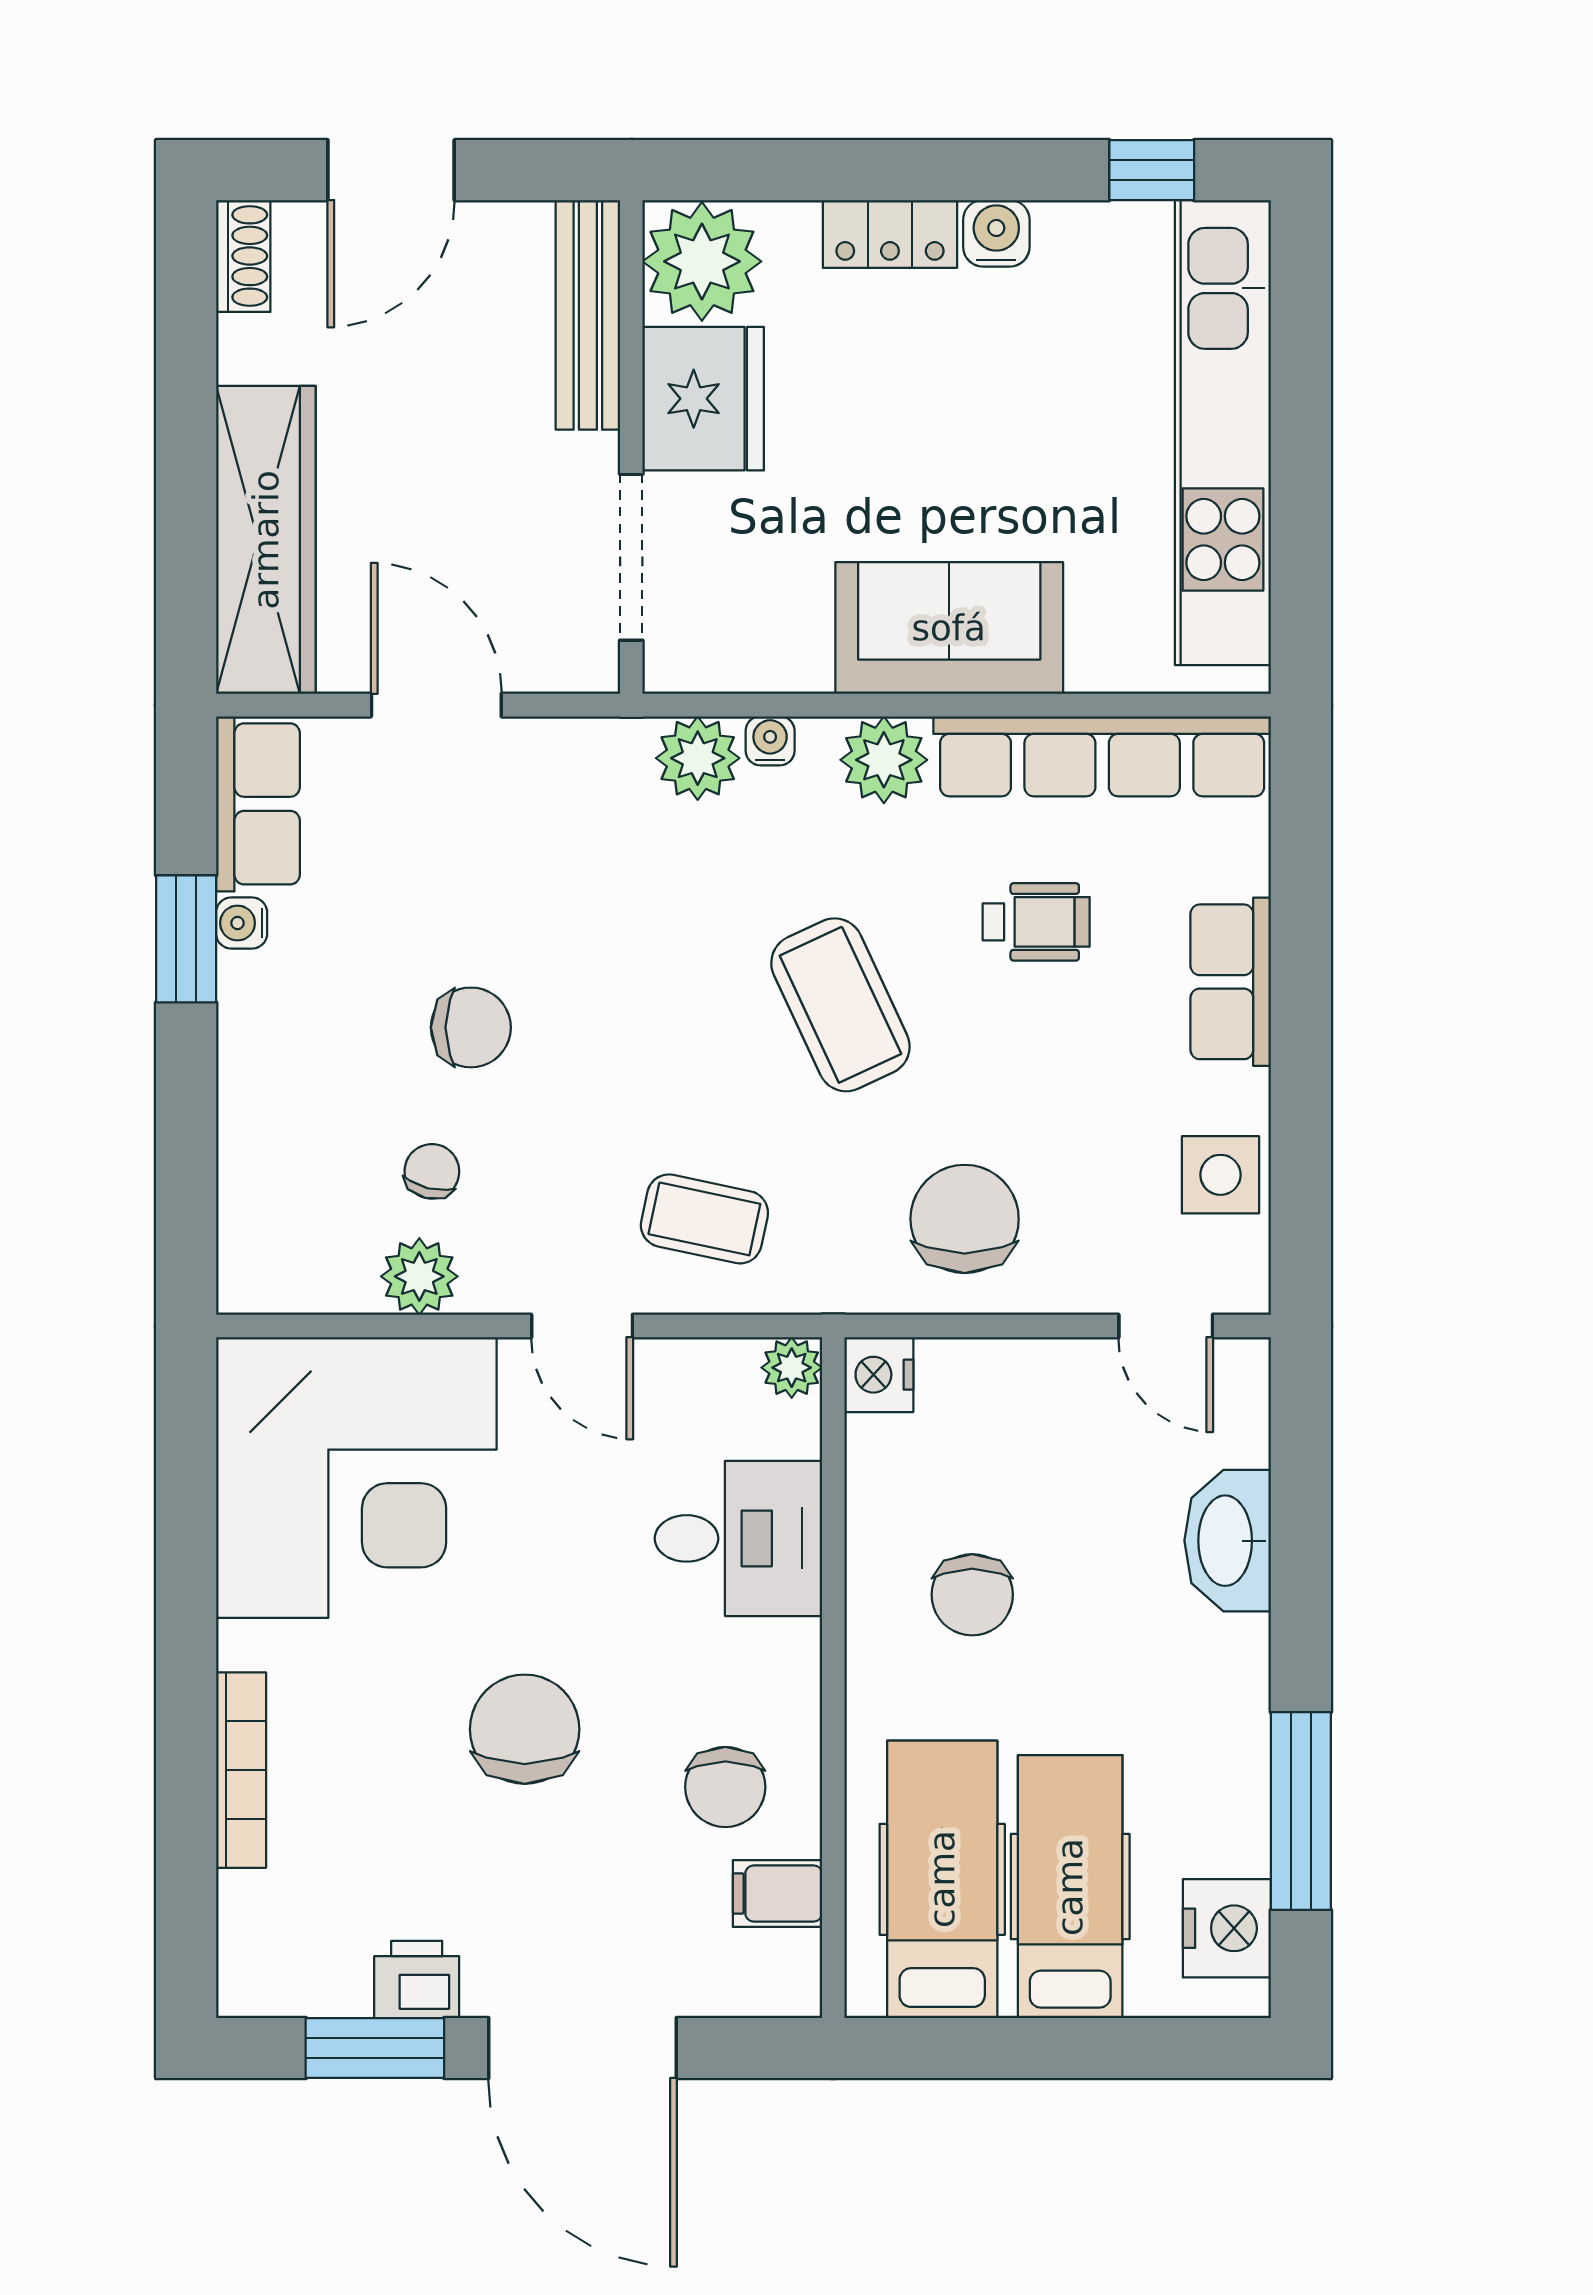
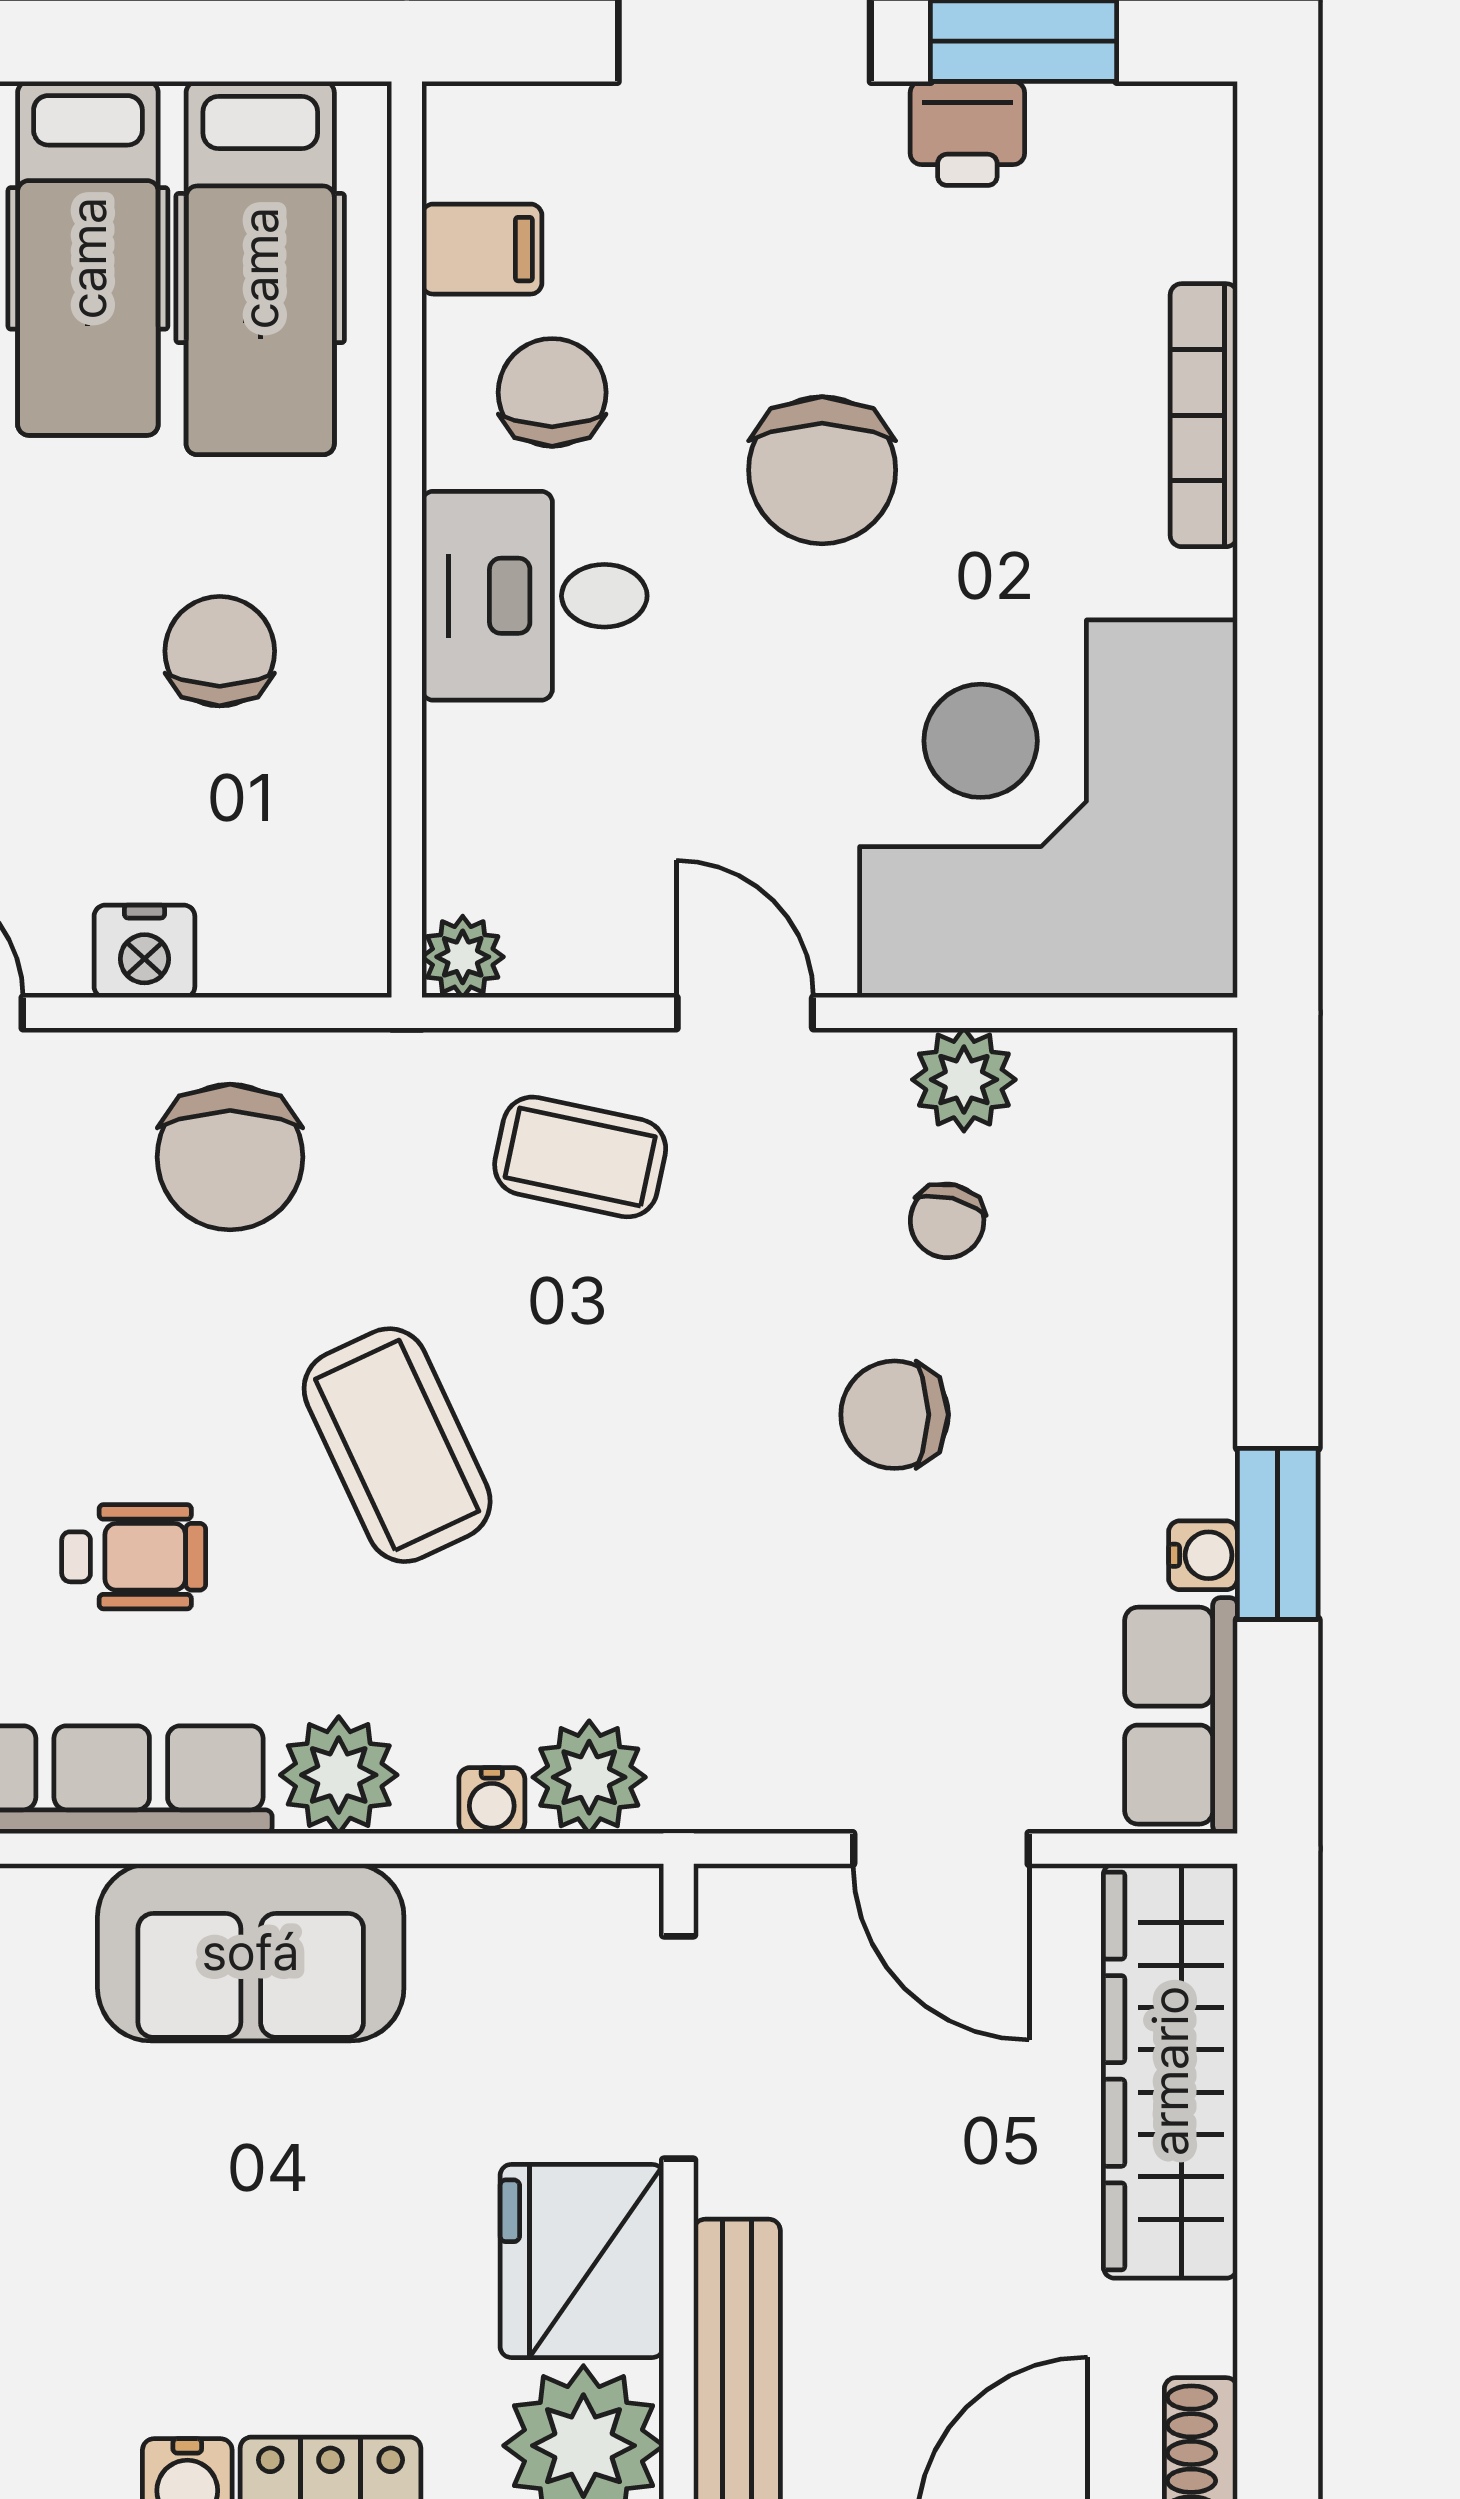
wheelchair: (1036, 922) -> (134, 1557), turned 180
nightstand: (879, 1375) -> (144, 951), moved, turned 90
desk: (738, 1538) -> (534, 596), moved

